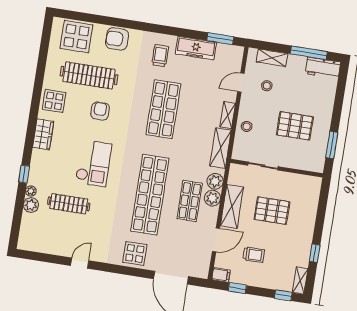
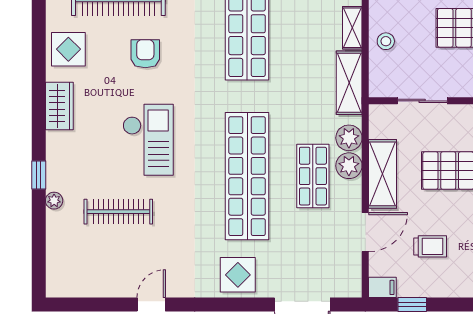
plant: (31, 205) -> (58, 223), removed

